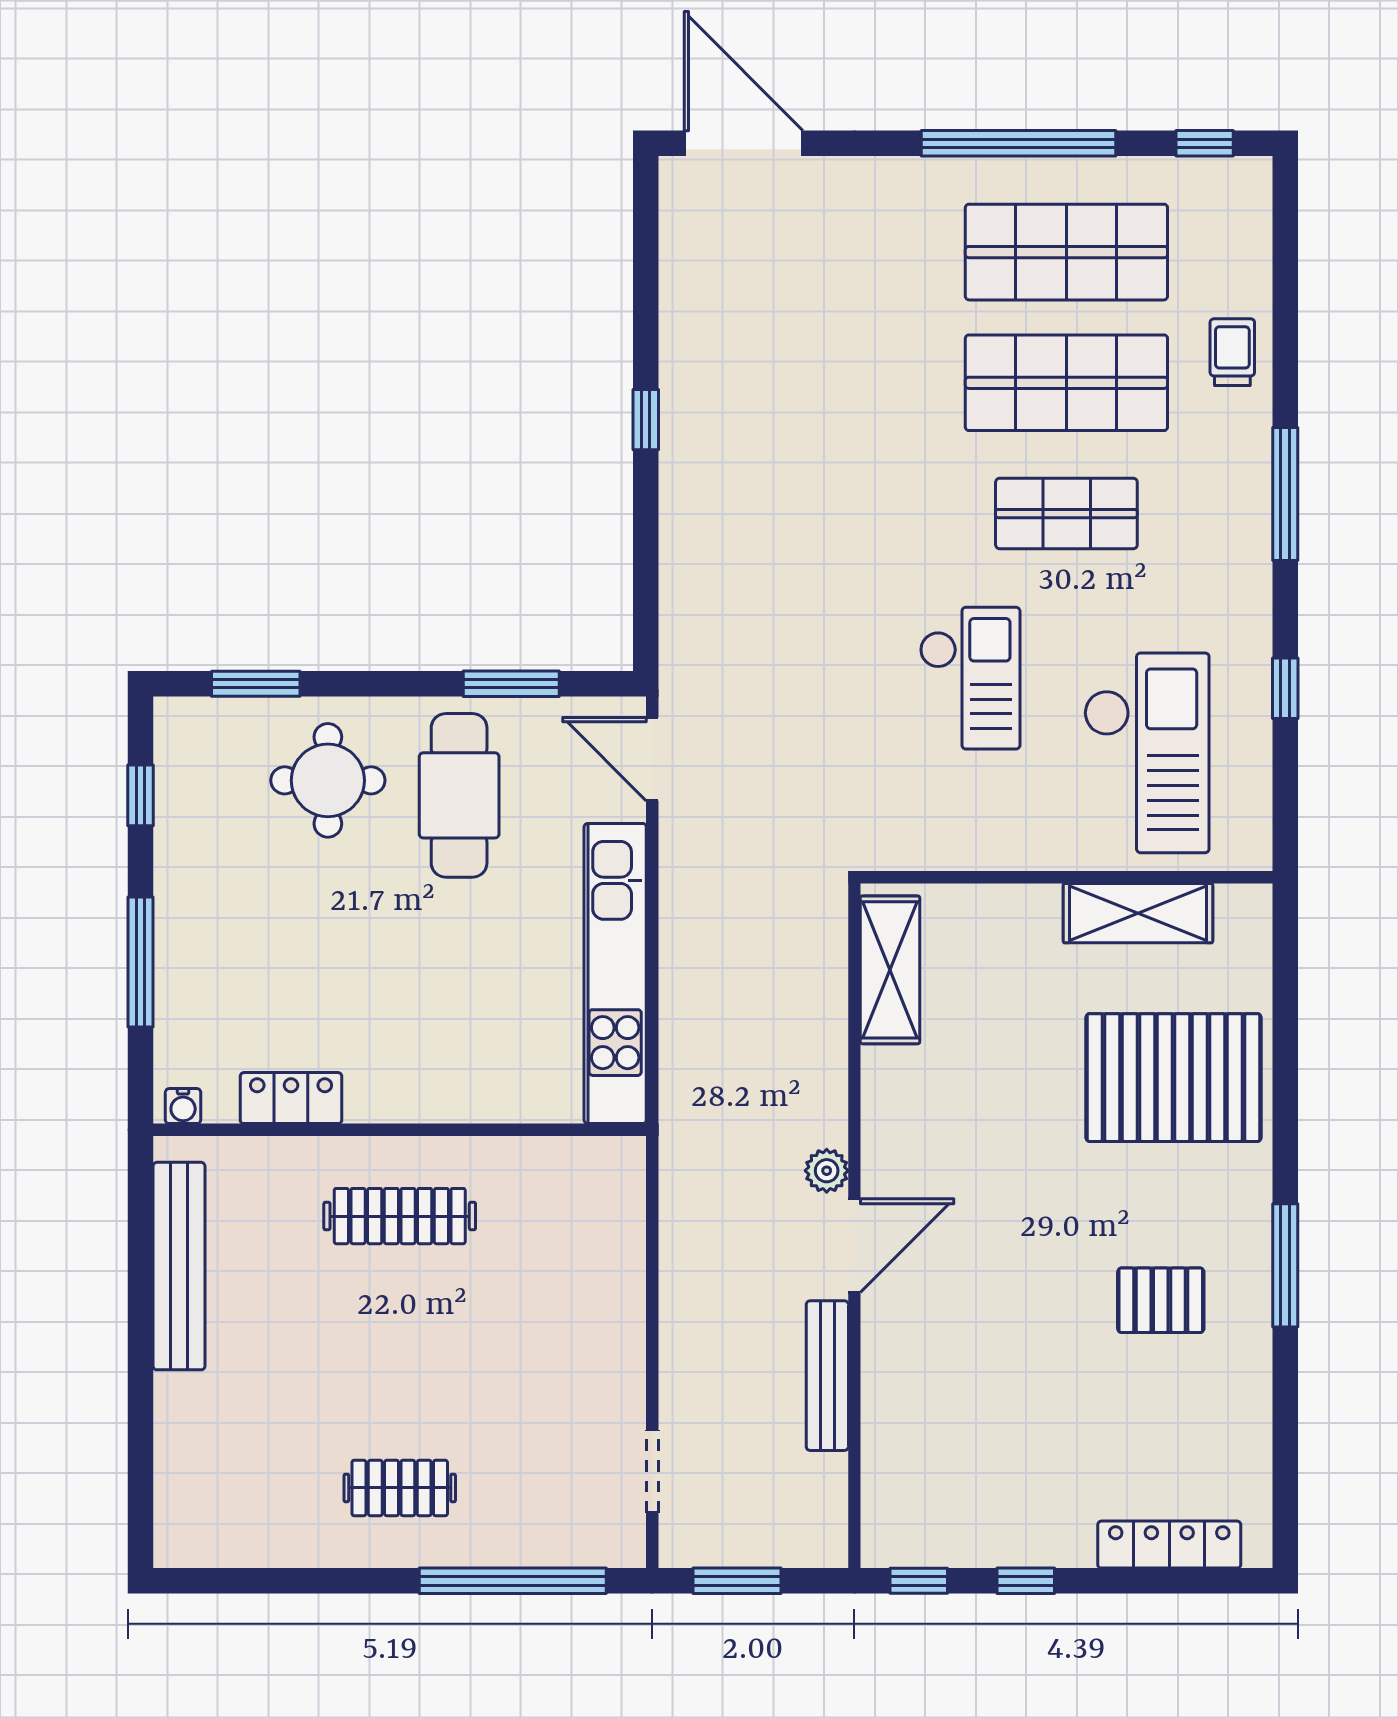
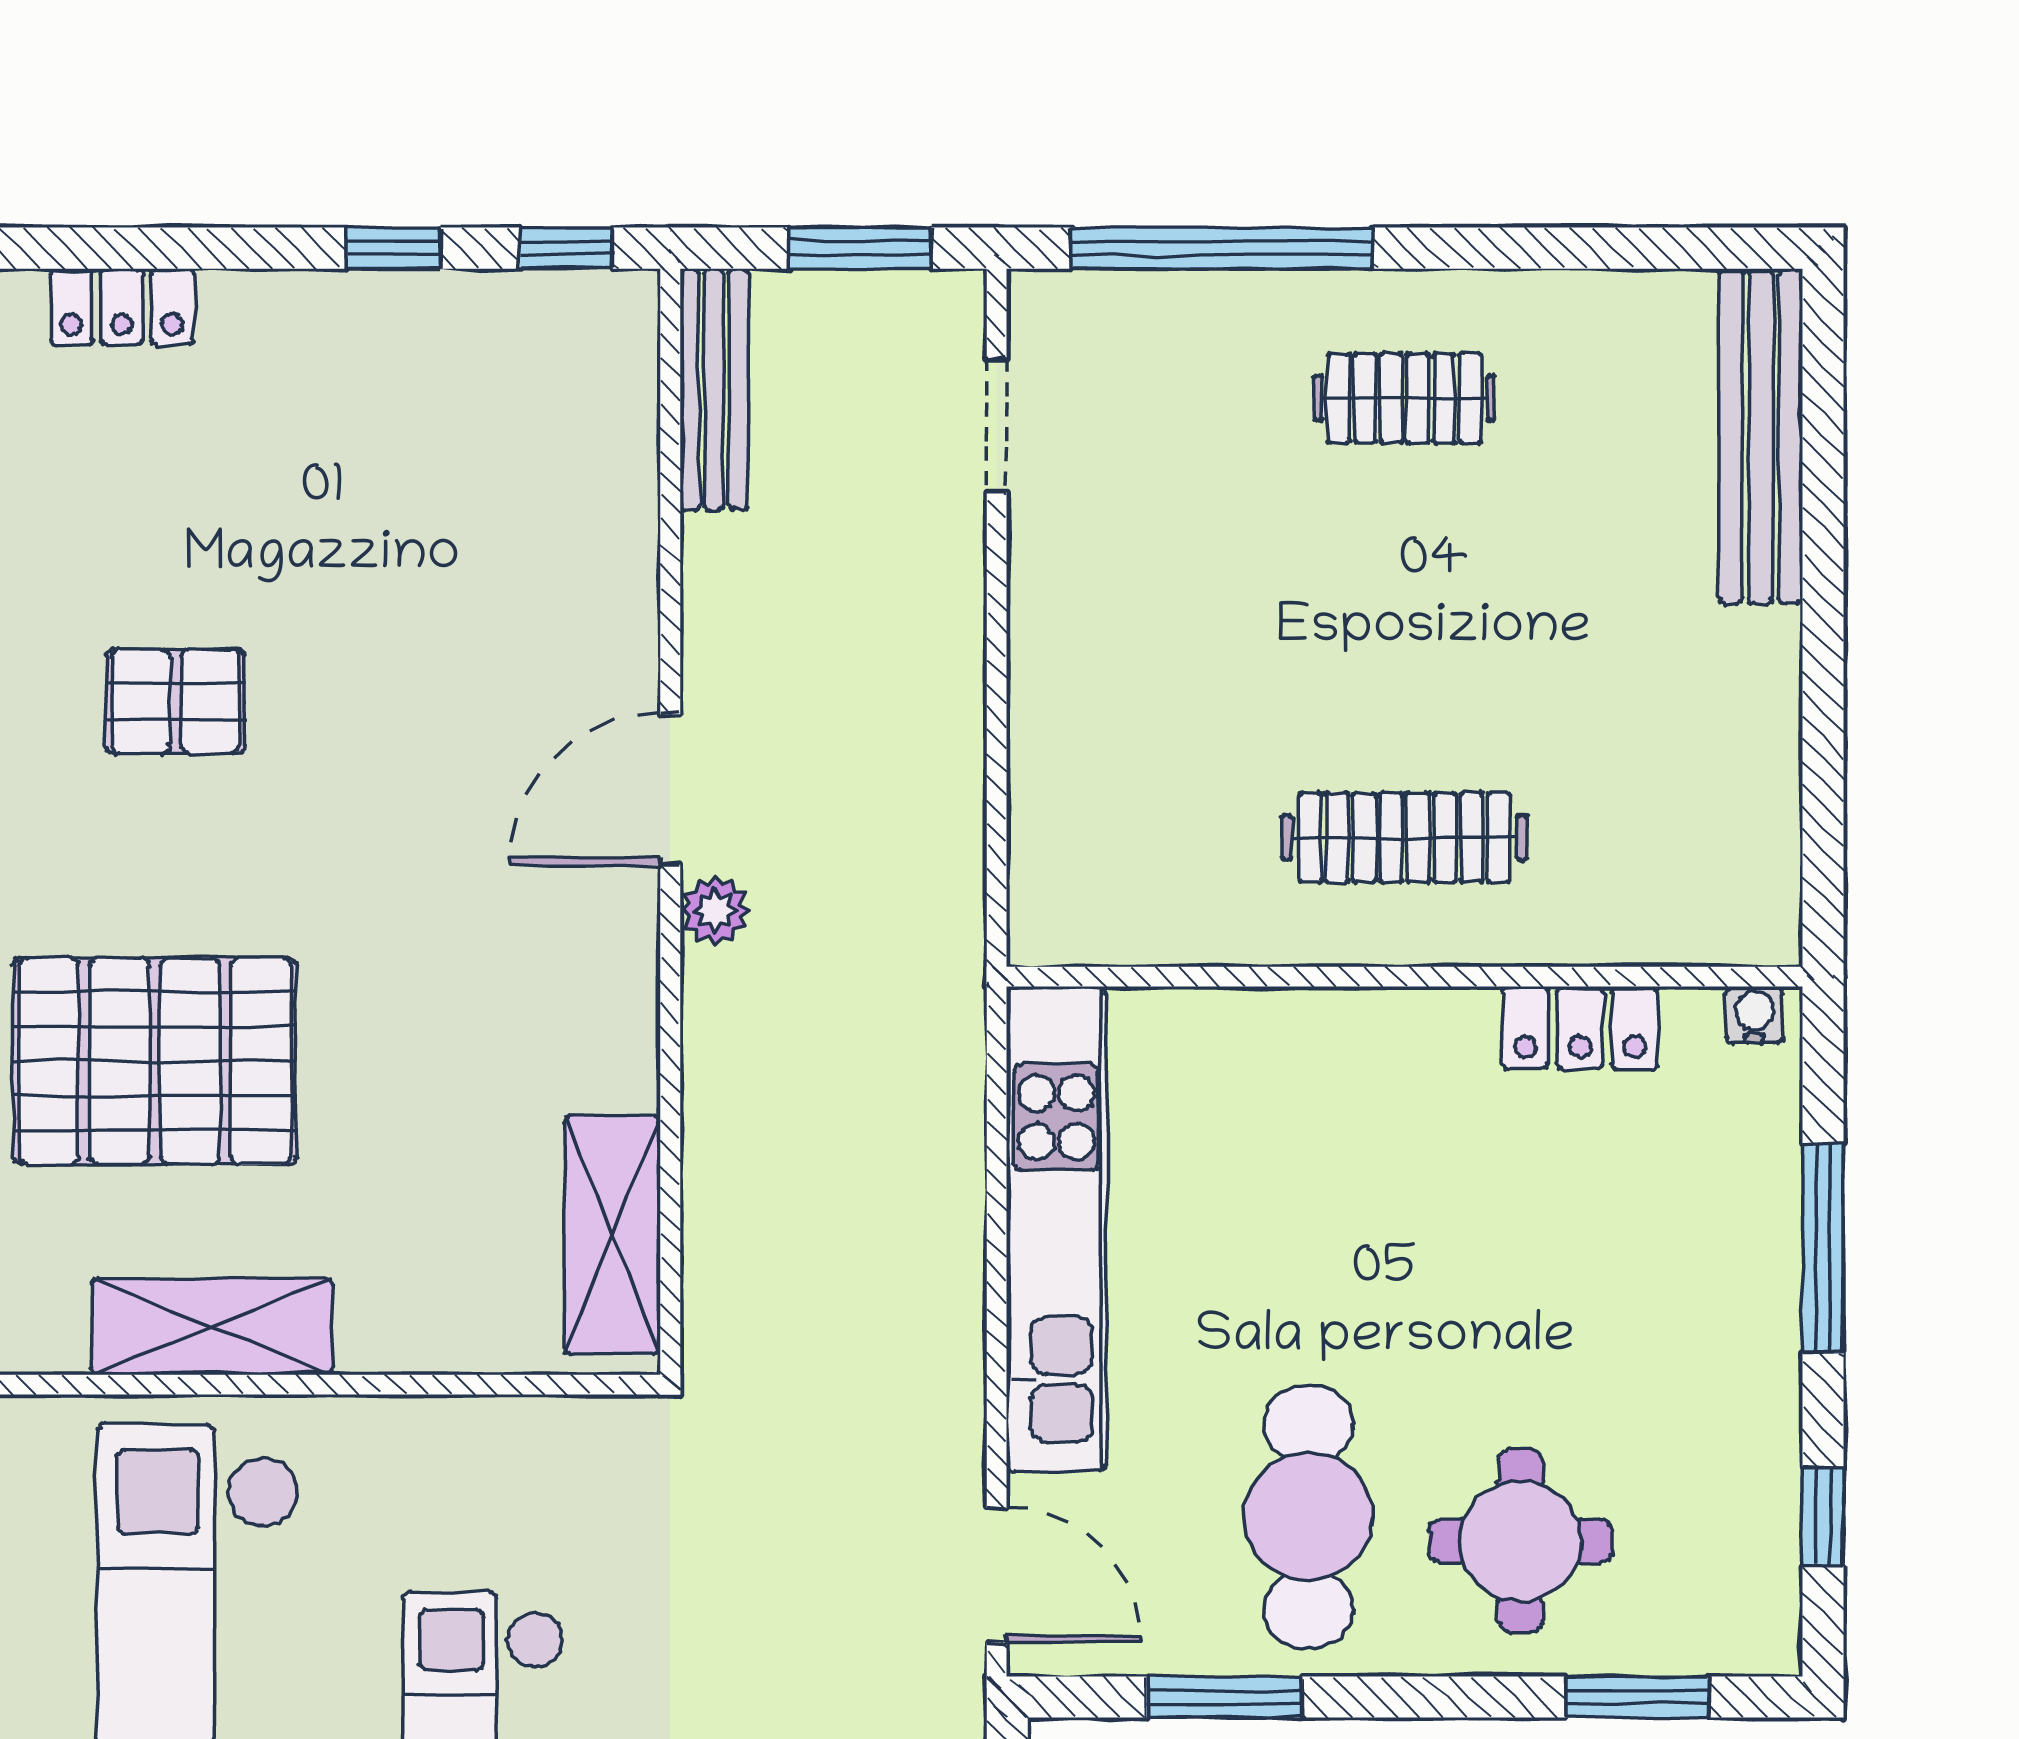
bench: (179, 1266) -> (1761, 436), moved
bench: (827, 1376) -> (714, 389), moved
locker: (1169, 1545) -> (122, 307), width x0.66

